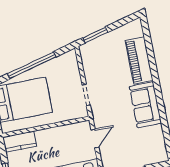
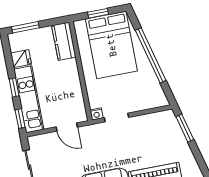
nightstand: (83, 113) -> (96, 114), added

